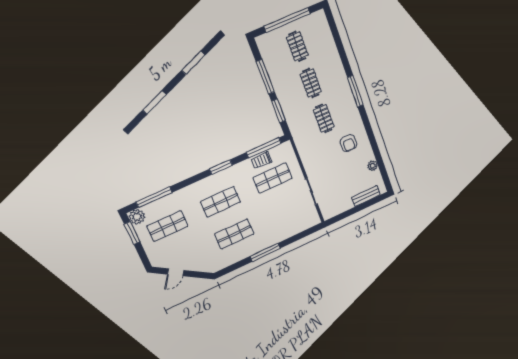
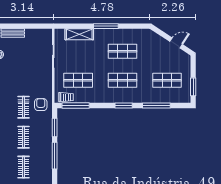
armchair: (348, 143) -> (41, 105), moved
trolley: (261, 160) -> (66, 97), moved
window: (221, 167) -> (124, 105), moved
window: (154, 197) -> (156, 105), moved
plant: (137, 217) -> (185, 97), removed
shelving: (292, 229) -> (79, 34), added

